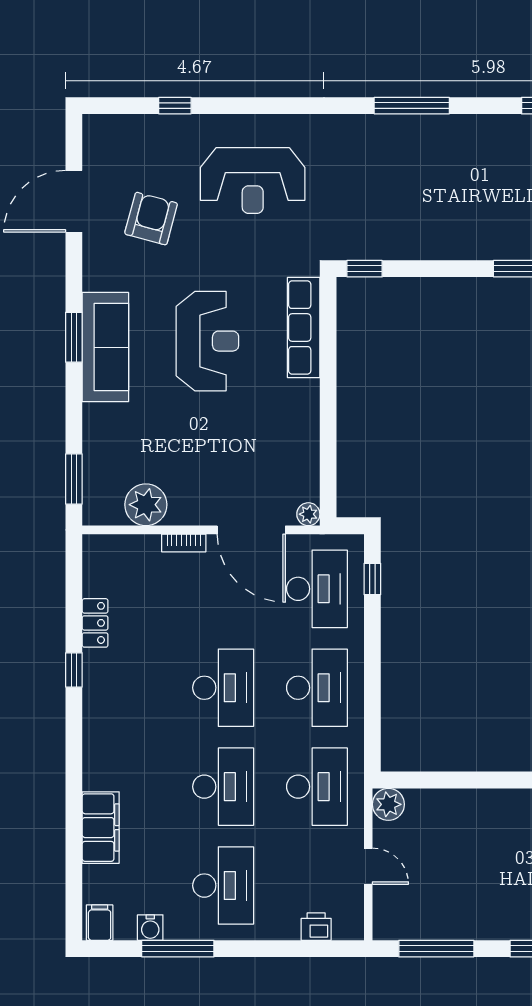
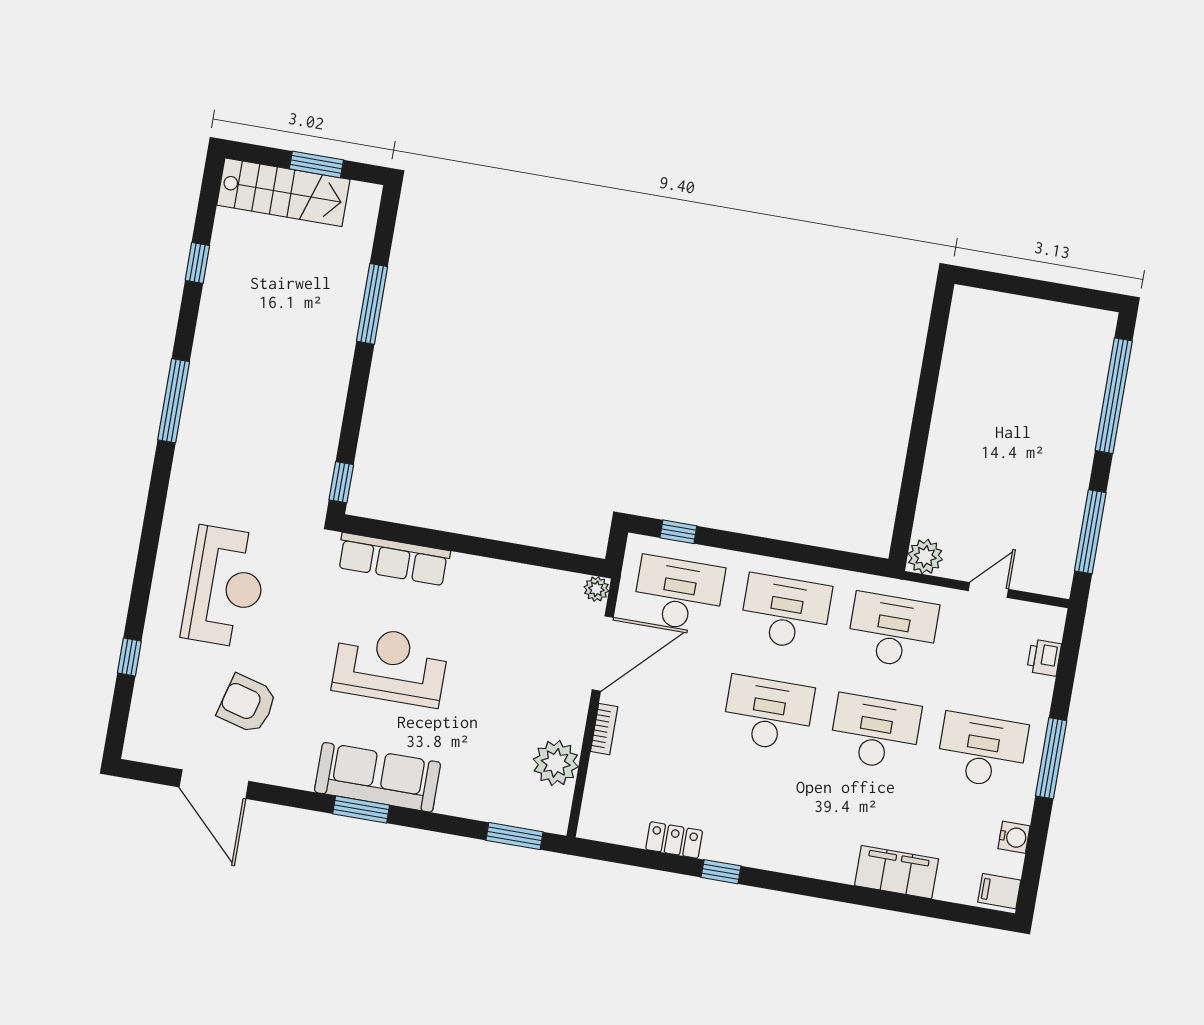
window: (178, 949) -> (1051, 758), moved

